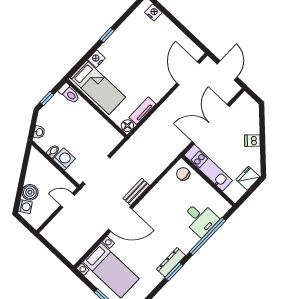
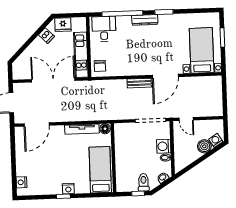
nightstand: (96, 59) -> (68, 189), moved
toilet: (69, 94) -> (144, 182), moved
tv unit: (142, 111) -> (82, 129), width x1.41
double door: (211, 124) -> (53, 80), swing flipped
dishwasher: (252, 141) -> (46, 36), moved
door: (120, 219) -> (165, 76), swing flipped
desk: (200, 219) -> (104, 29), moved
dresser: (171, 262) -> (145, 20), moved

